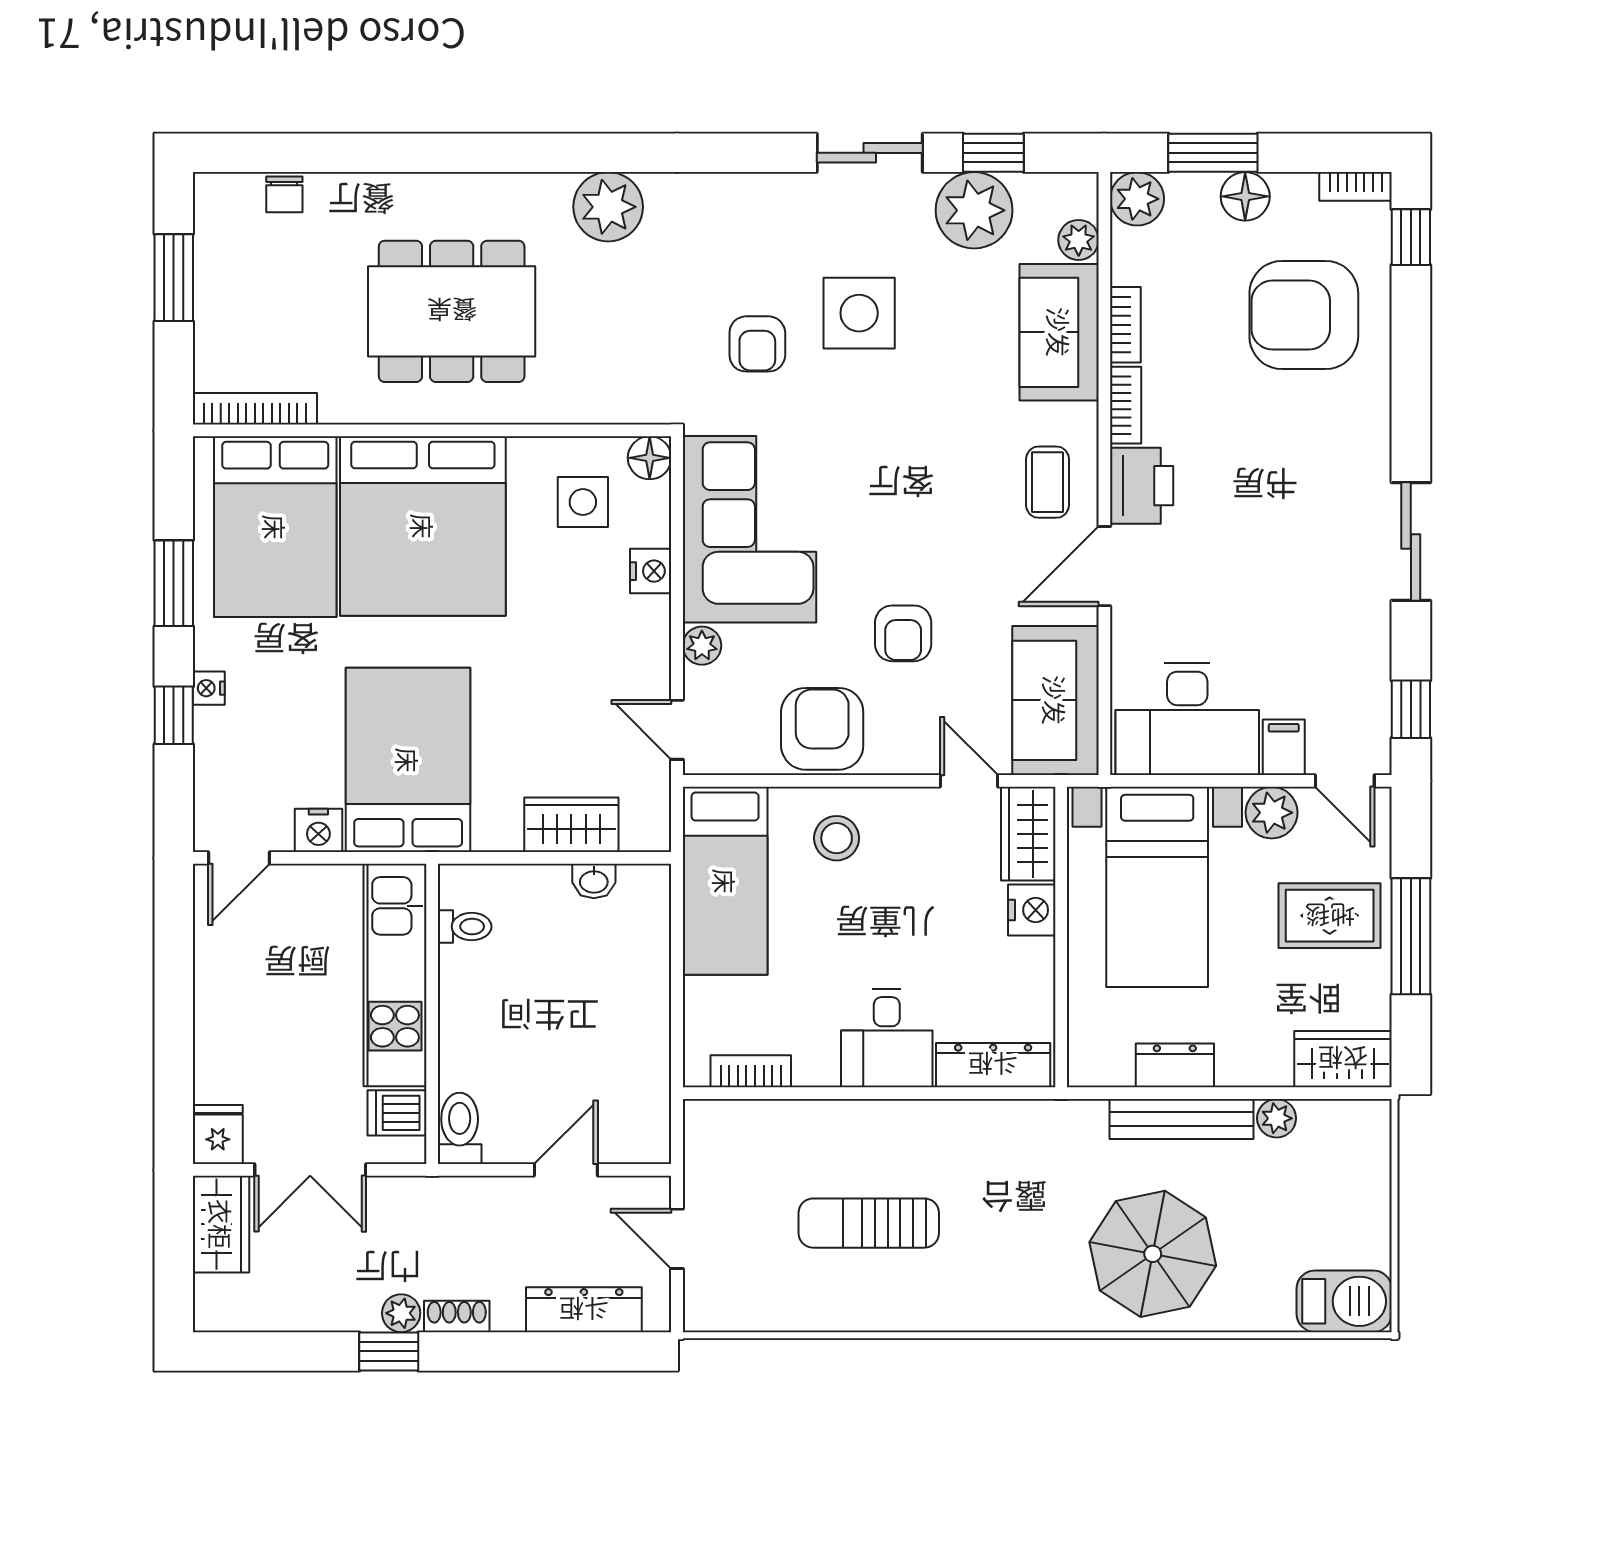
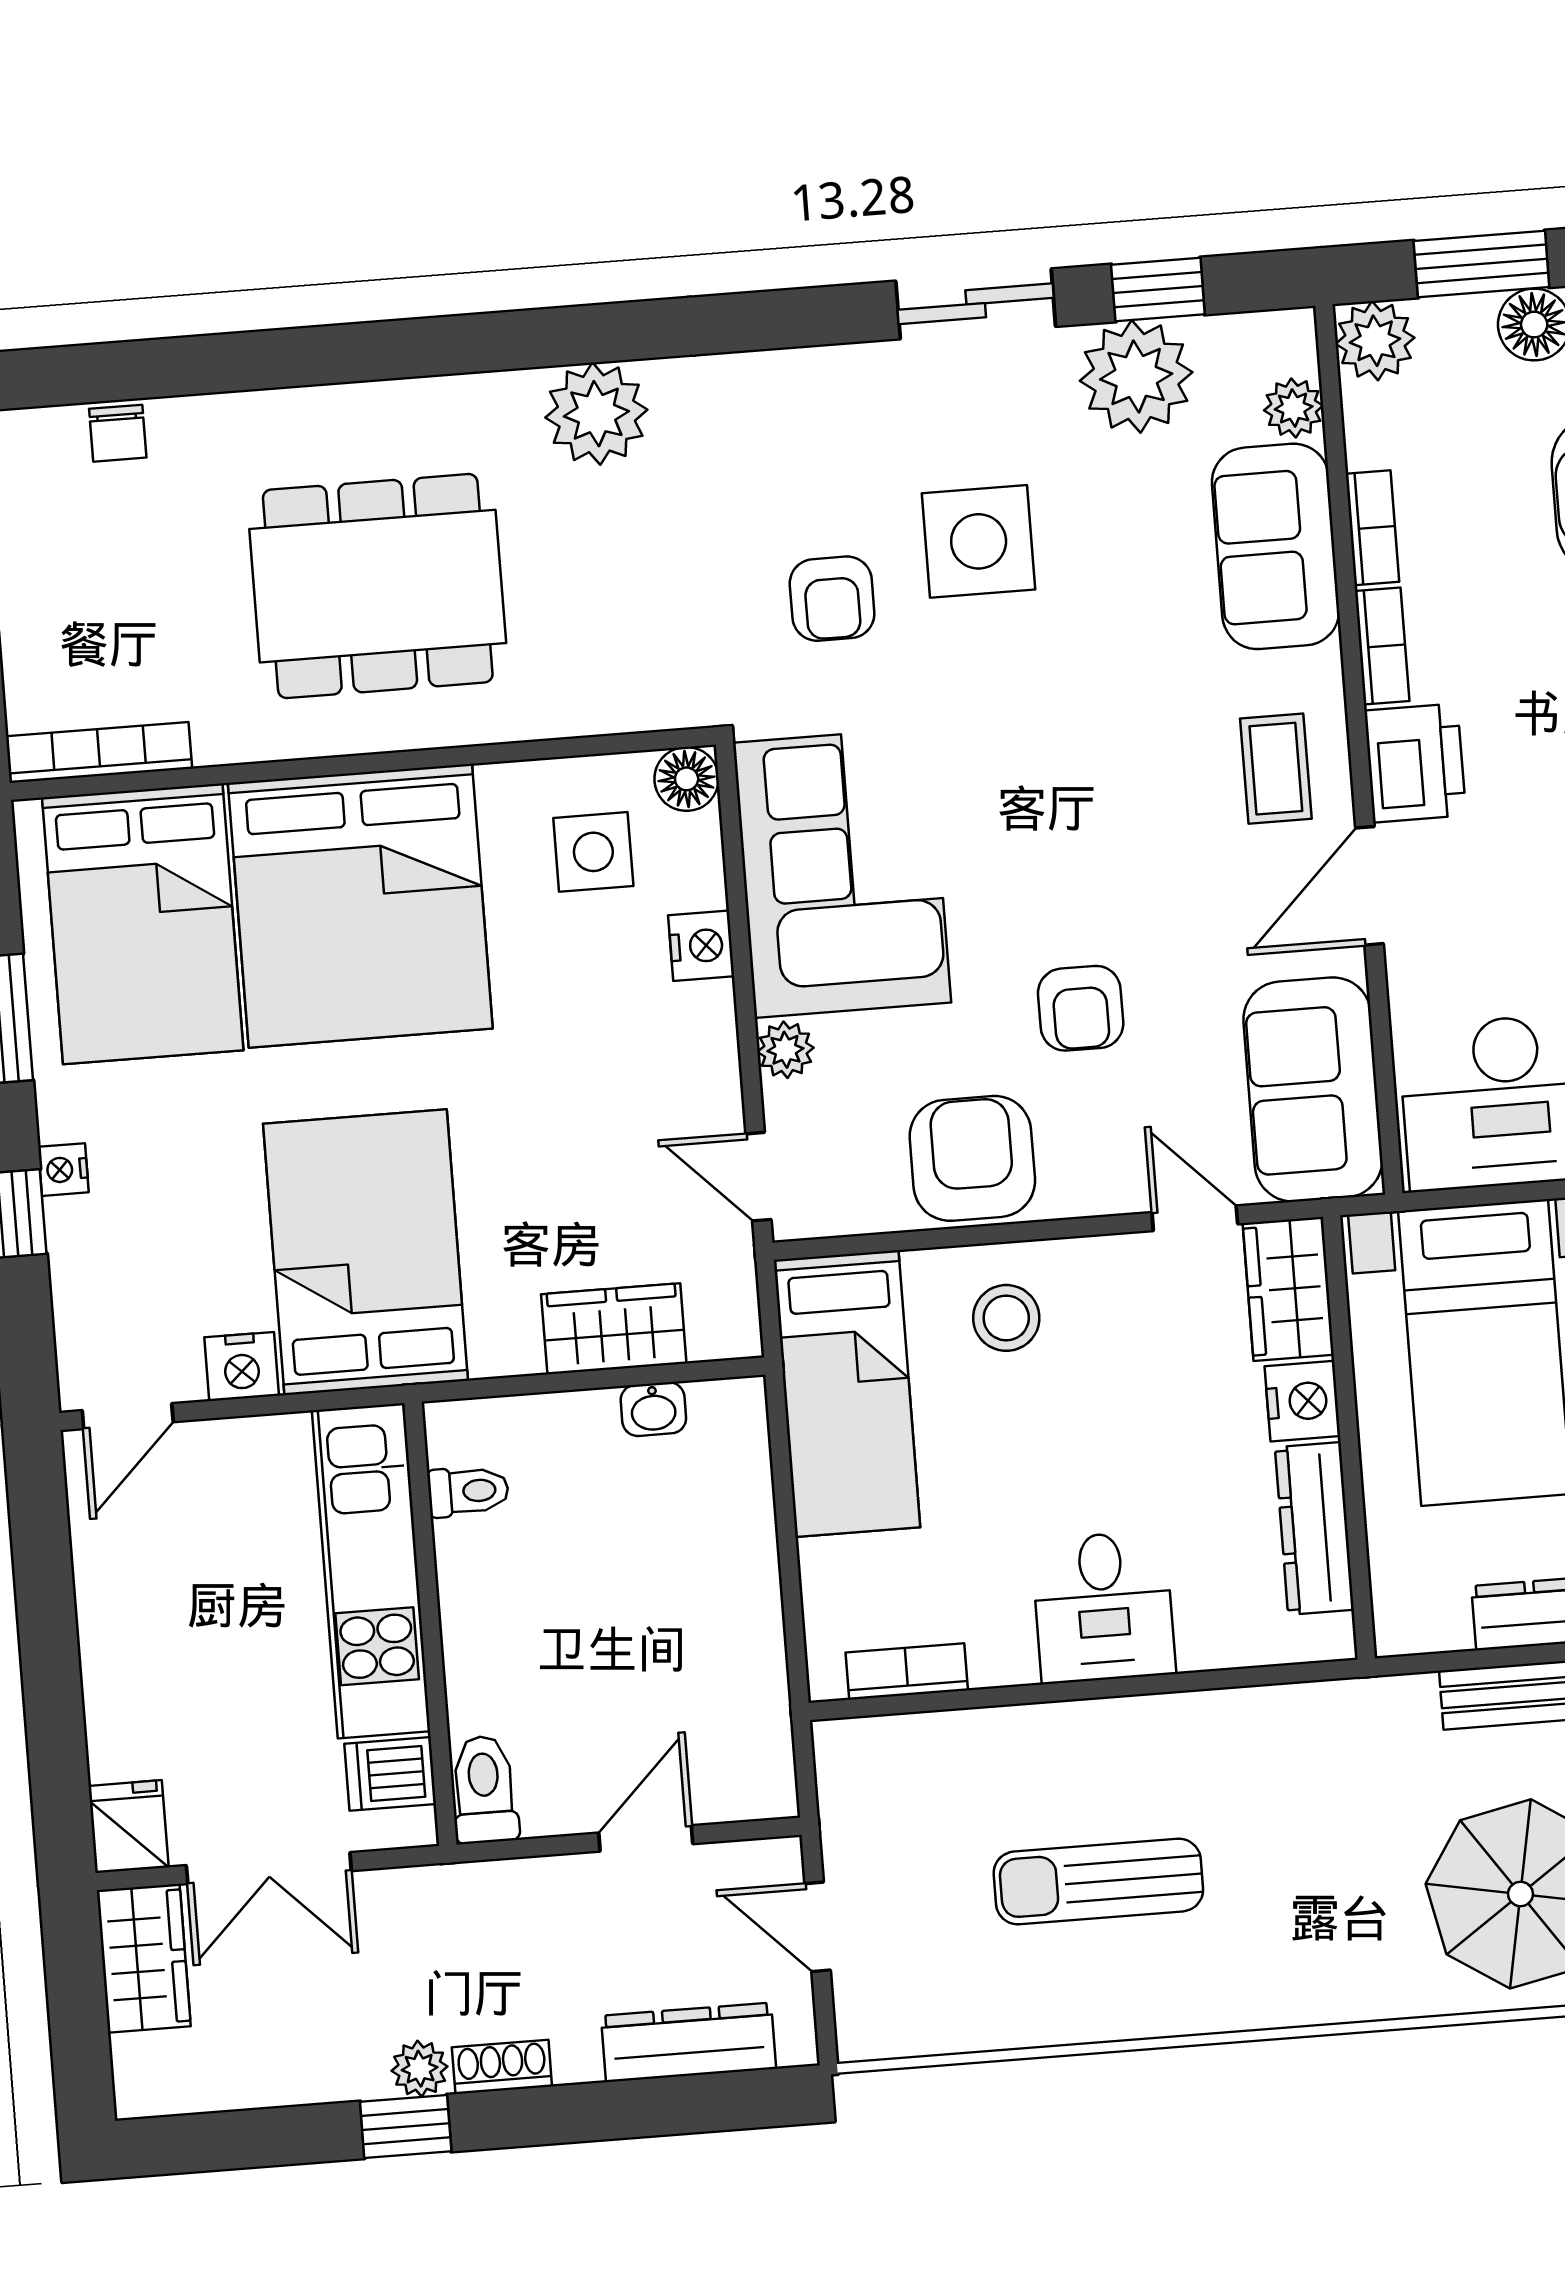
dresser: (993, 1065) -> (1314, 1528), moved, turned -90

